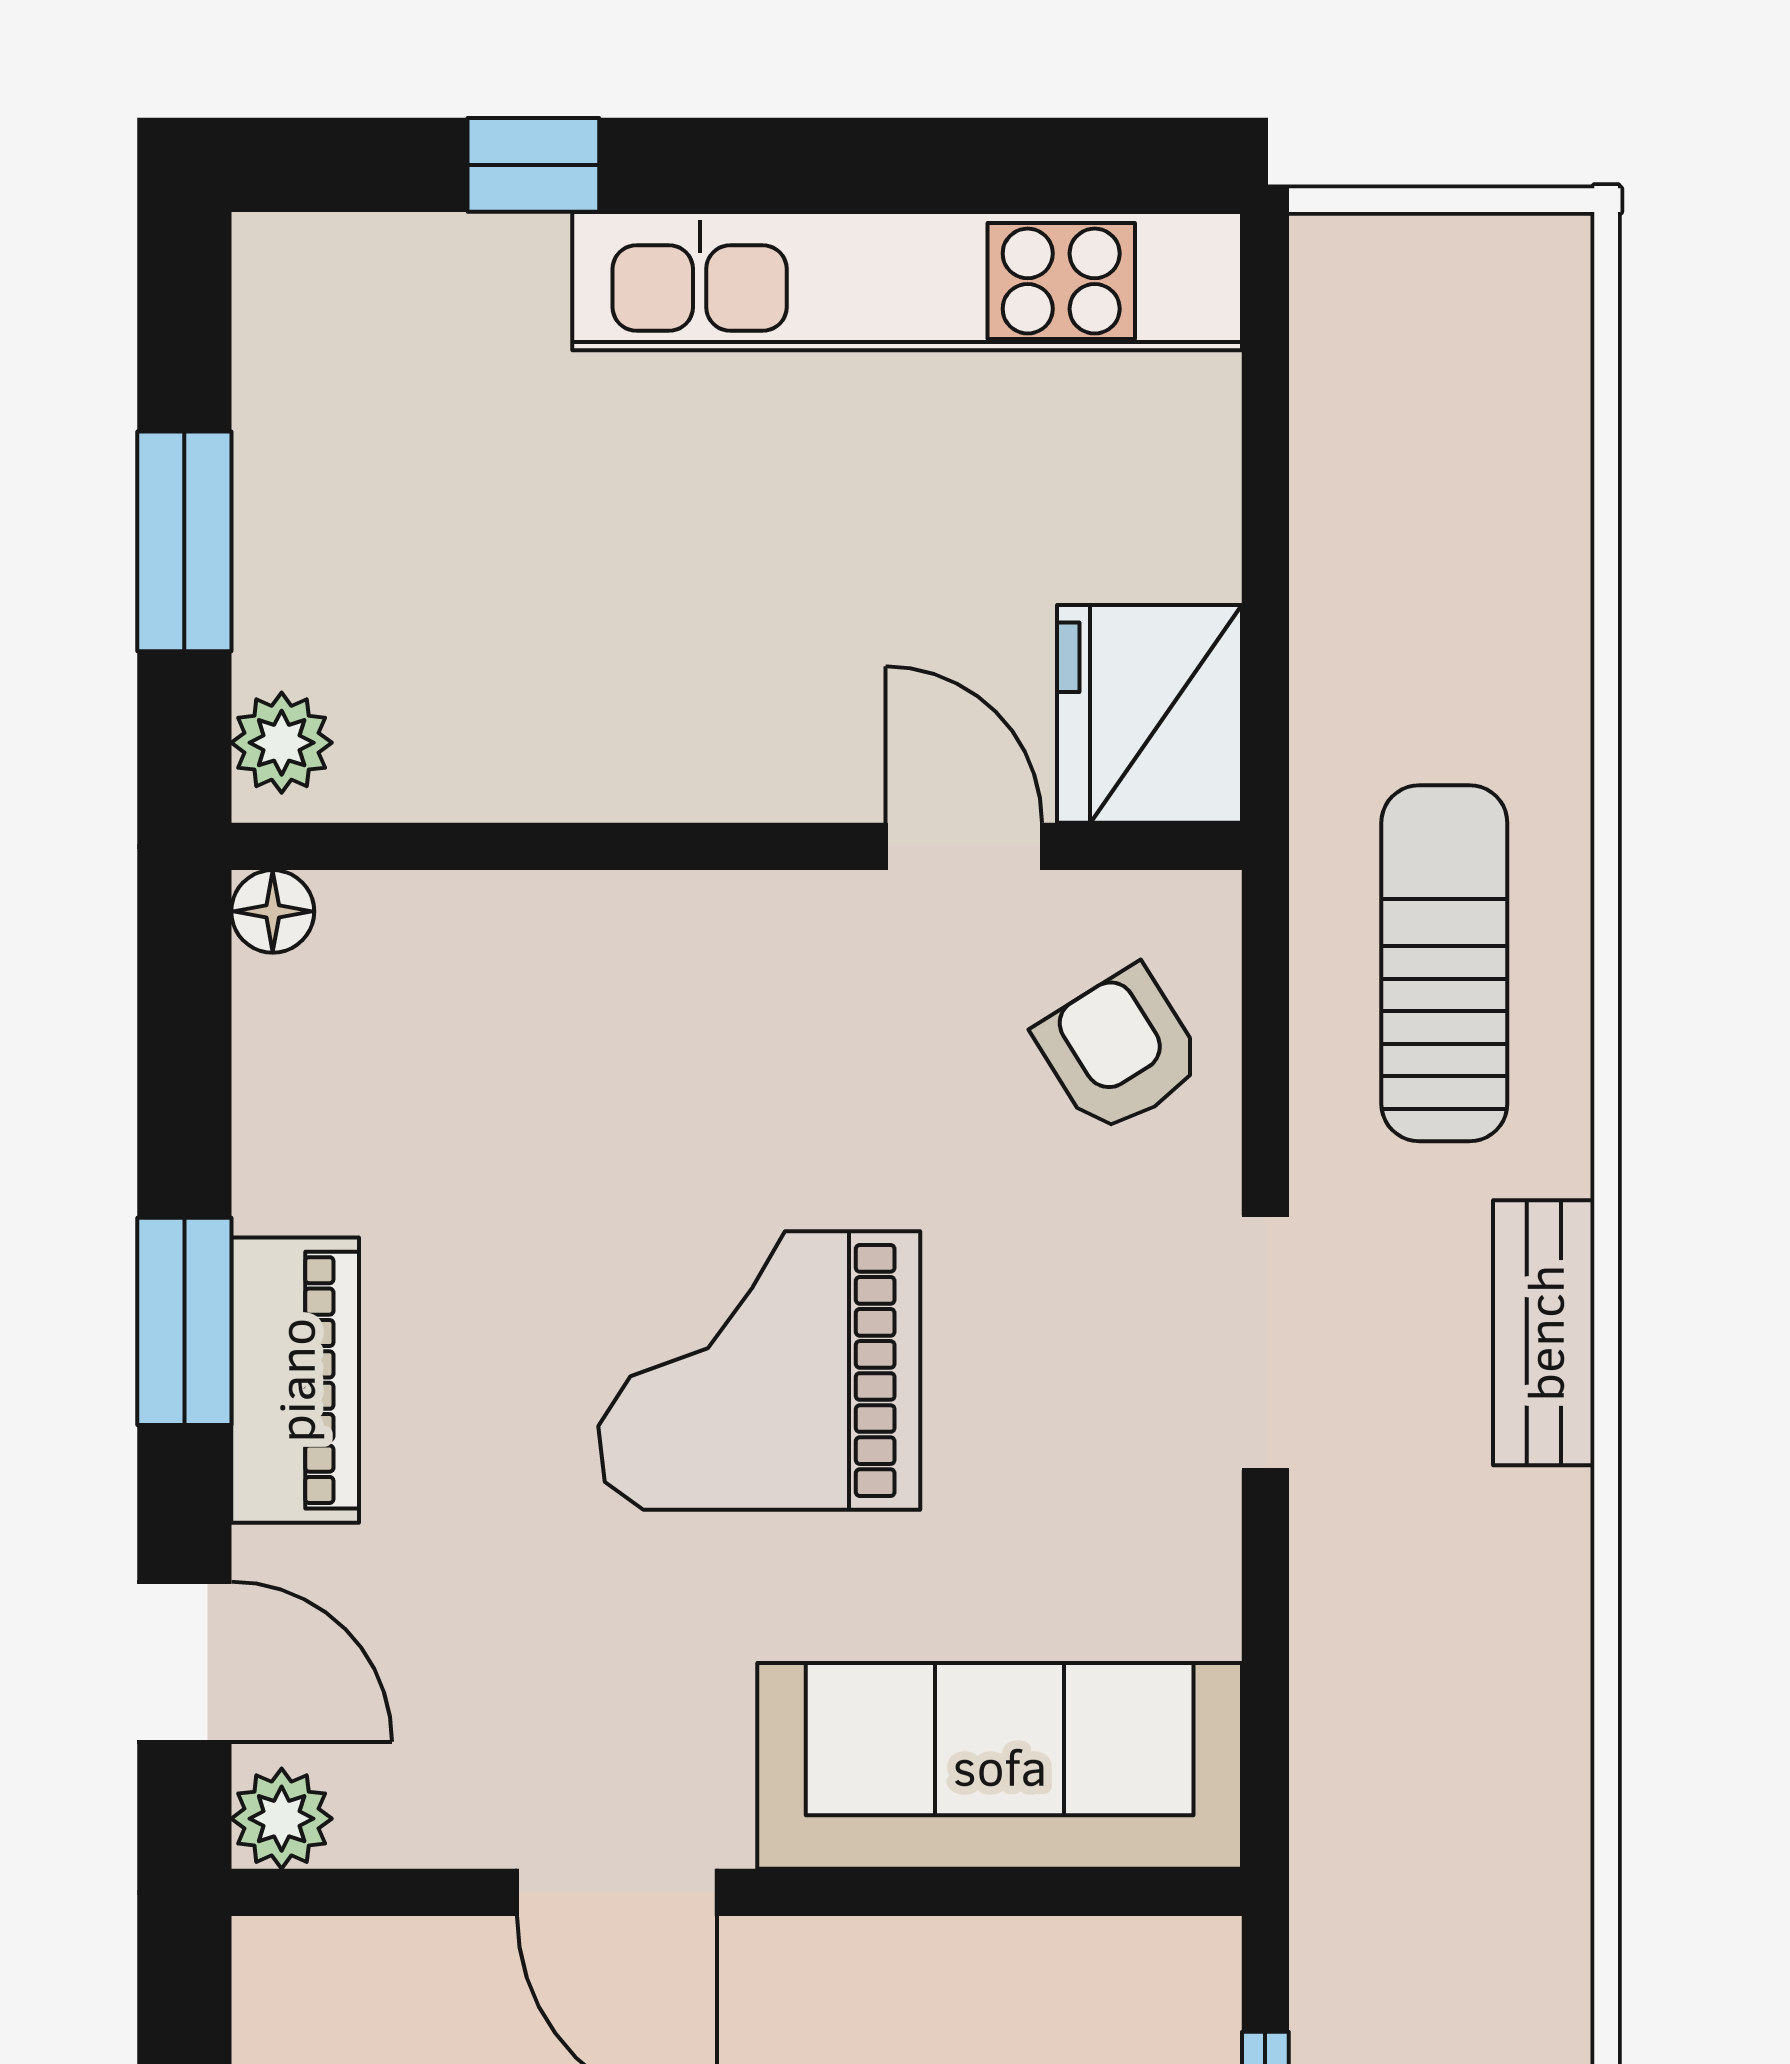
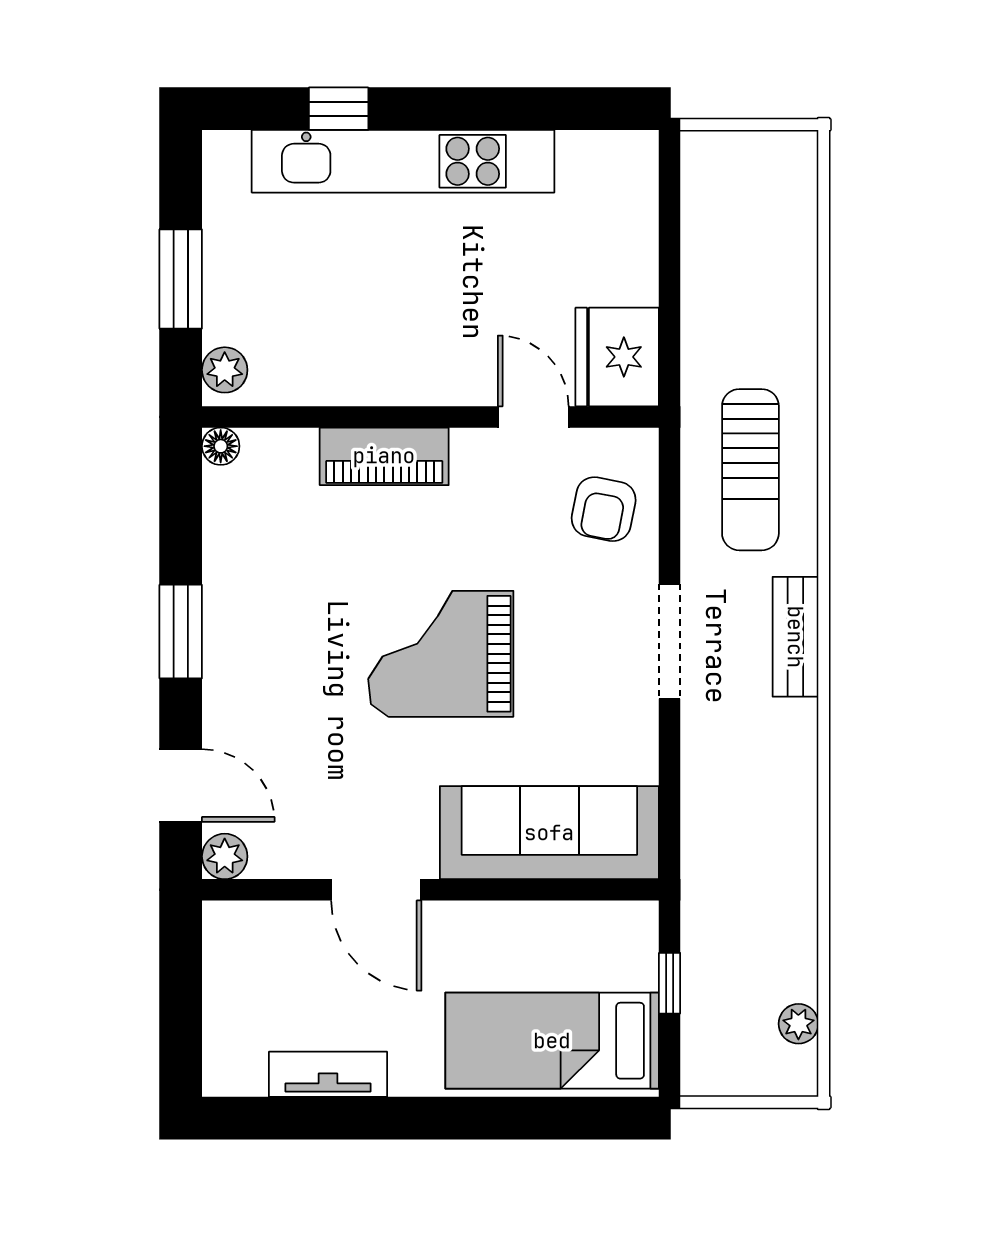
kitchen unit: (907, 281) -> (403, 161), moved
sun lounger: (1444, 963) -> (750, 470), turned 180
armchair: (1120, 1050) -> (604, 509), turned -137
piano: (295, 1380) -> (384, 456), moved, turned 90

